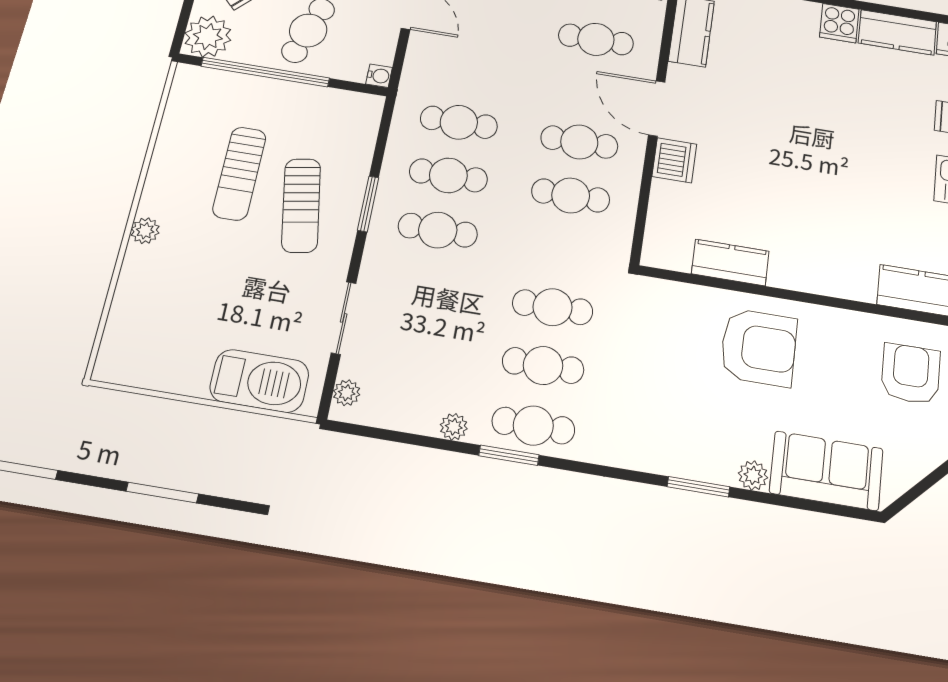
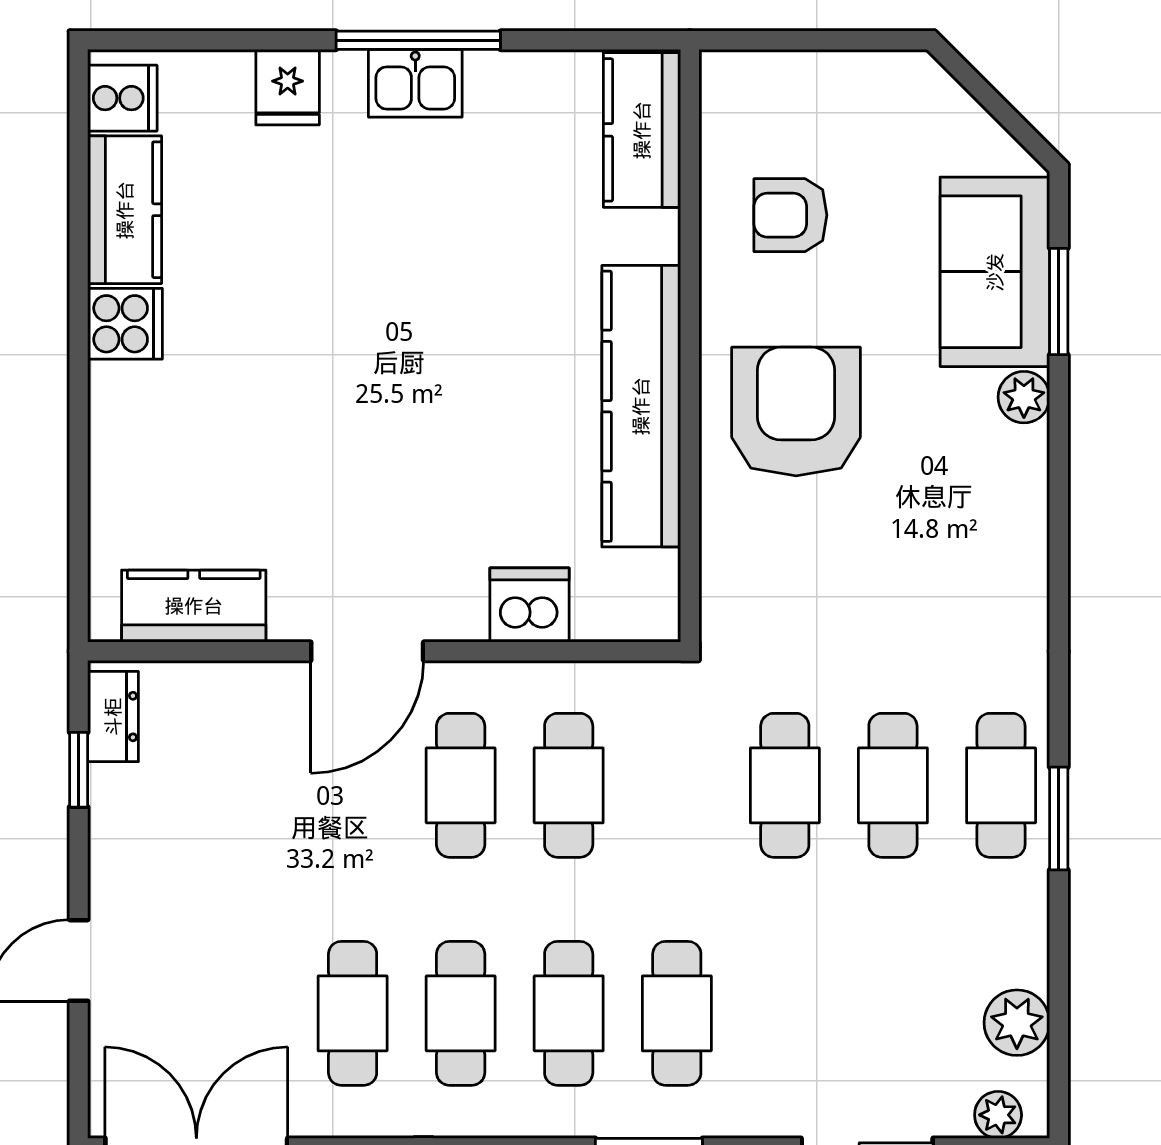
cafe table: (596, 39) -> (353, 1013), moved
dishwasher: (674, 160) -> (529, 605), moved
kitchen counter: (730, 262) -> (641, 406), width x2.08, depth x1.17
armchair: (911, 374) -> (790, 215), moved, width x0.72, depth x0.72
plant: (454, 427) -> (1017, 1023), moved, width x1.38, depth x1.38
window: (698, 487) -> (1059, 301), moved

